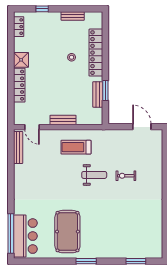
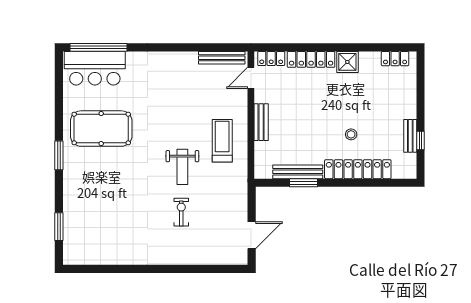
window: (42, 9) -> (421, 140), moved
bench: (98, 94) -> (298, 172), width x1.36
locker: (19, 113) -> (271, 59), added

